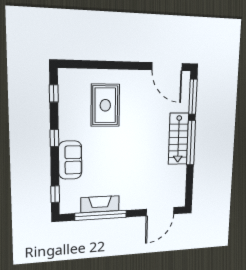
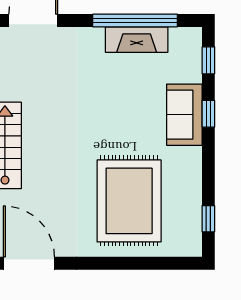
rug: (105, 105) -> (129, 201), width x1.37, depth x1.44
window: (54, 138) -> (208, 114), moved

